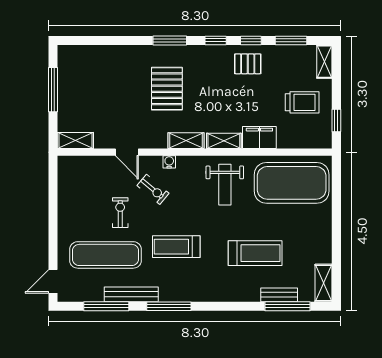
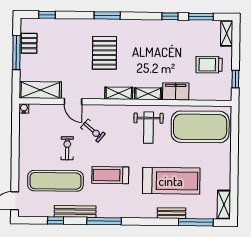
window: (216, 40) -> (47, 15), moved
pallet: (248, 64) -> (29, 43), moved, turned 90
trolley: (302, 102) -> (209, 65), turned 180
shelving: (75, 141) -> (40, 90), width x1.50, depth x1.33
water cooler: (169, 162) -> (24, 108), moved
treadmill: (255, 253) -> (171, 181), width x1.37, depth x1.38
bench: (279, 295) -> (171, 213), moved
window: (106, 306) -> (56, 220), width x0.46

